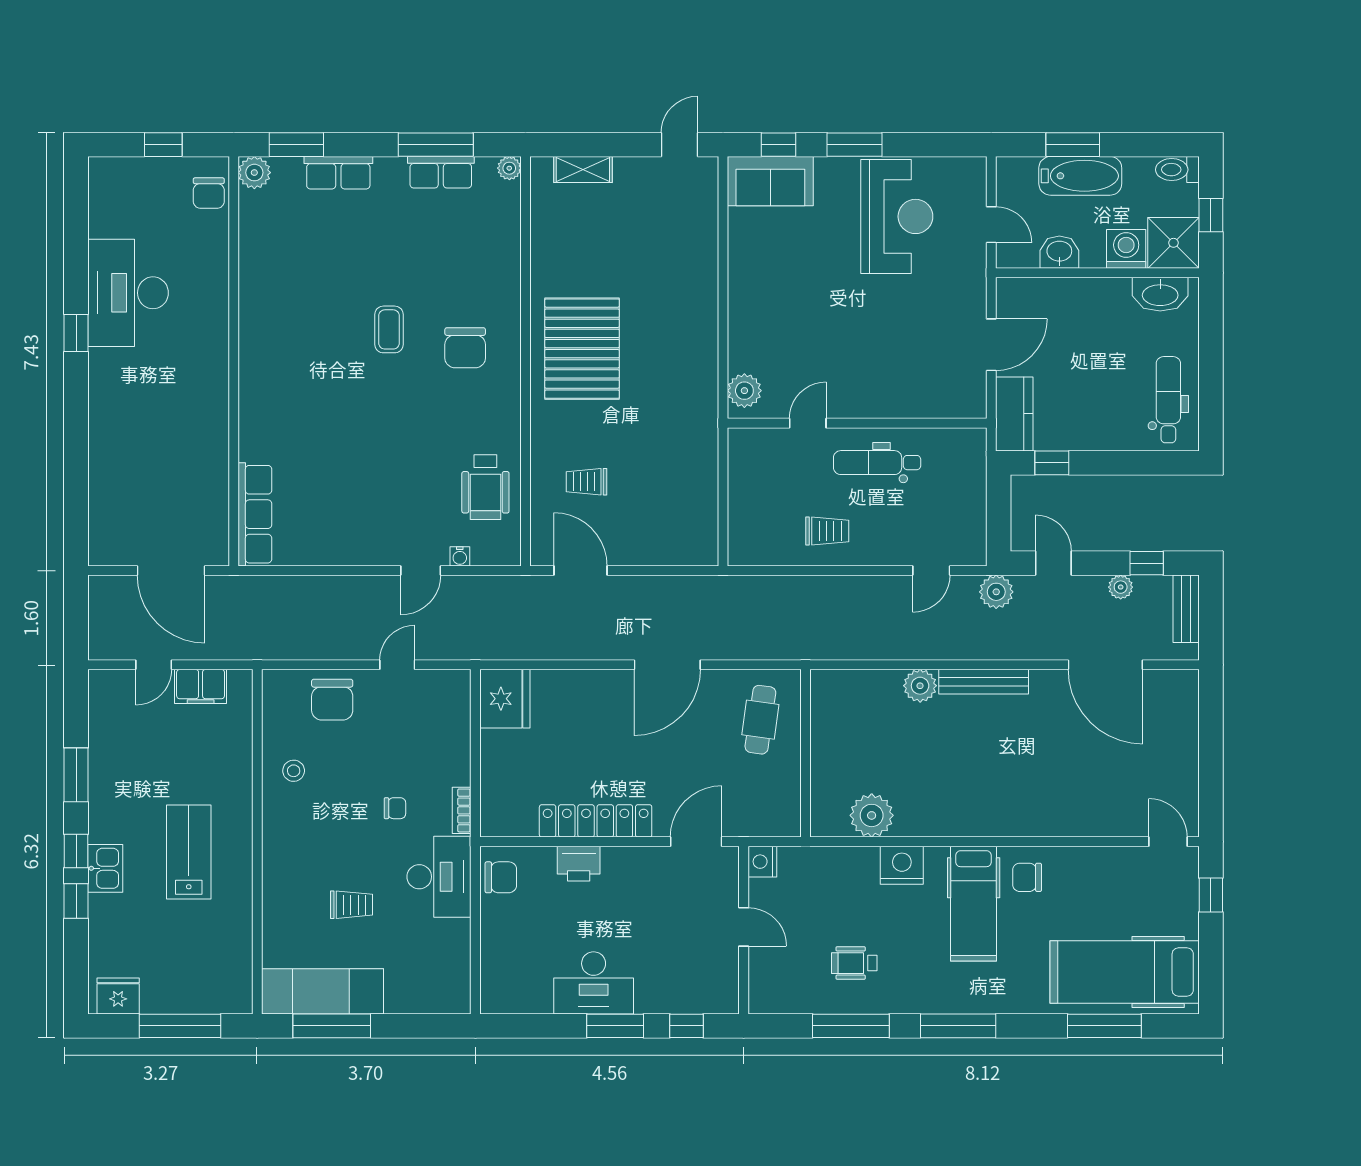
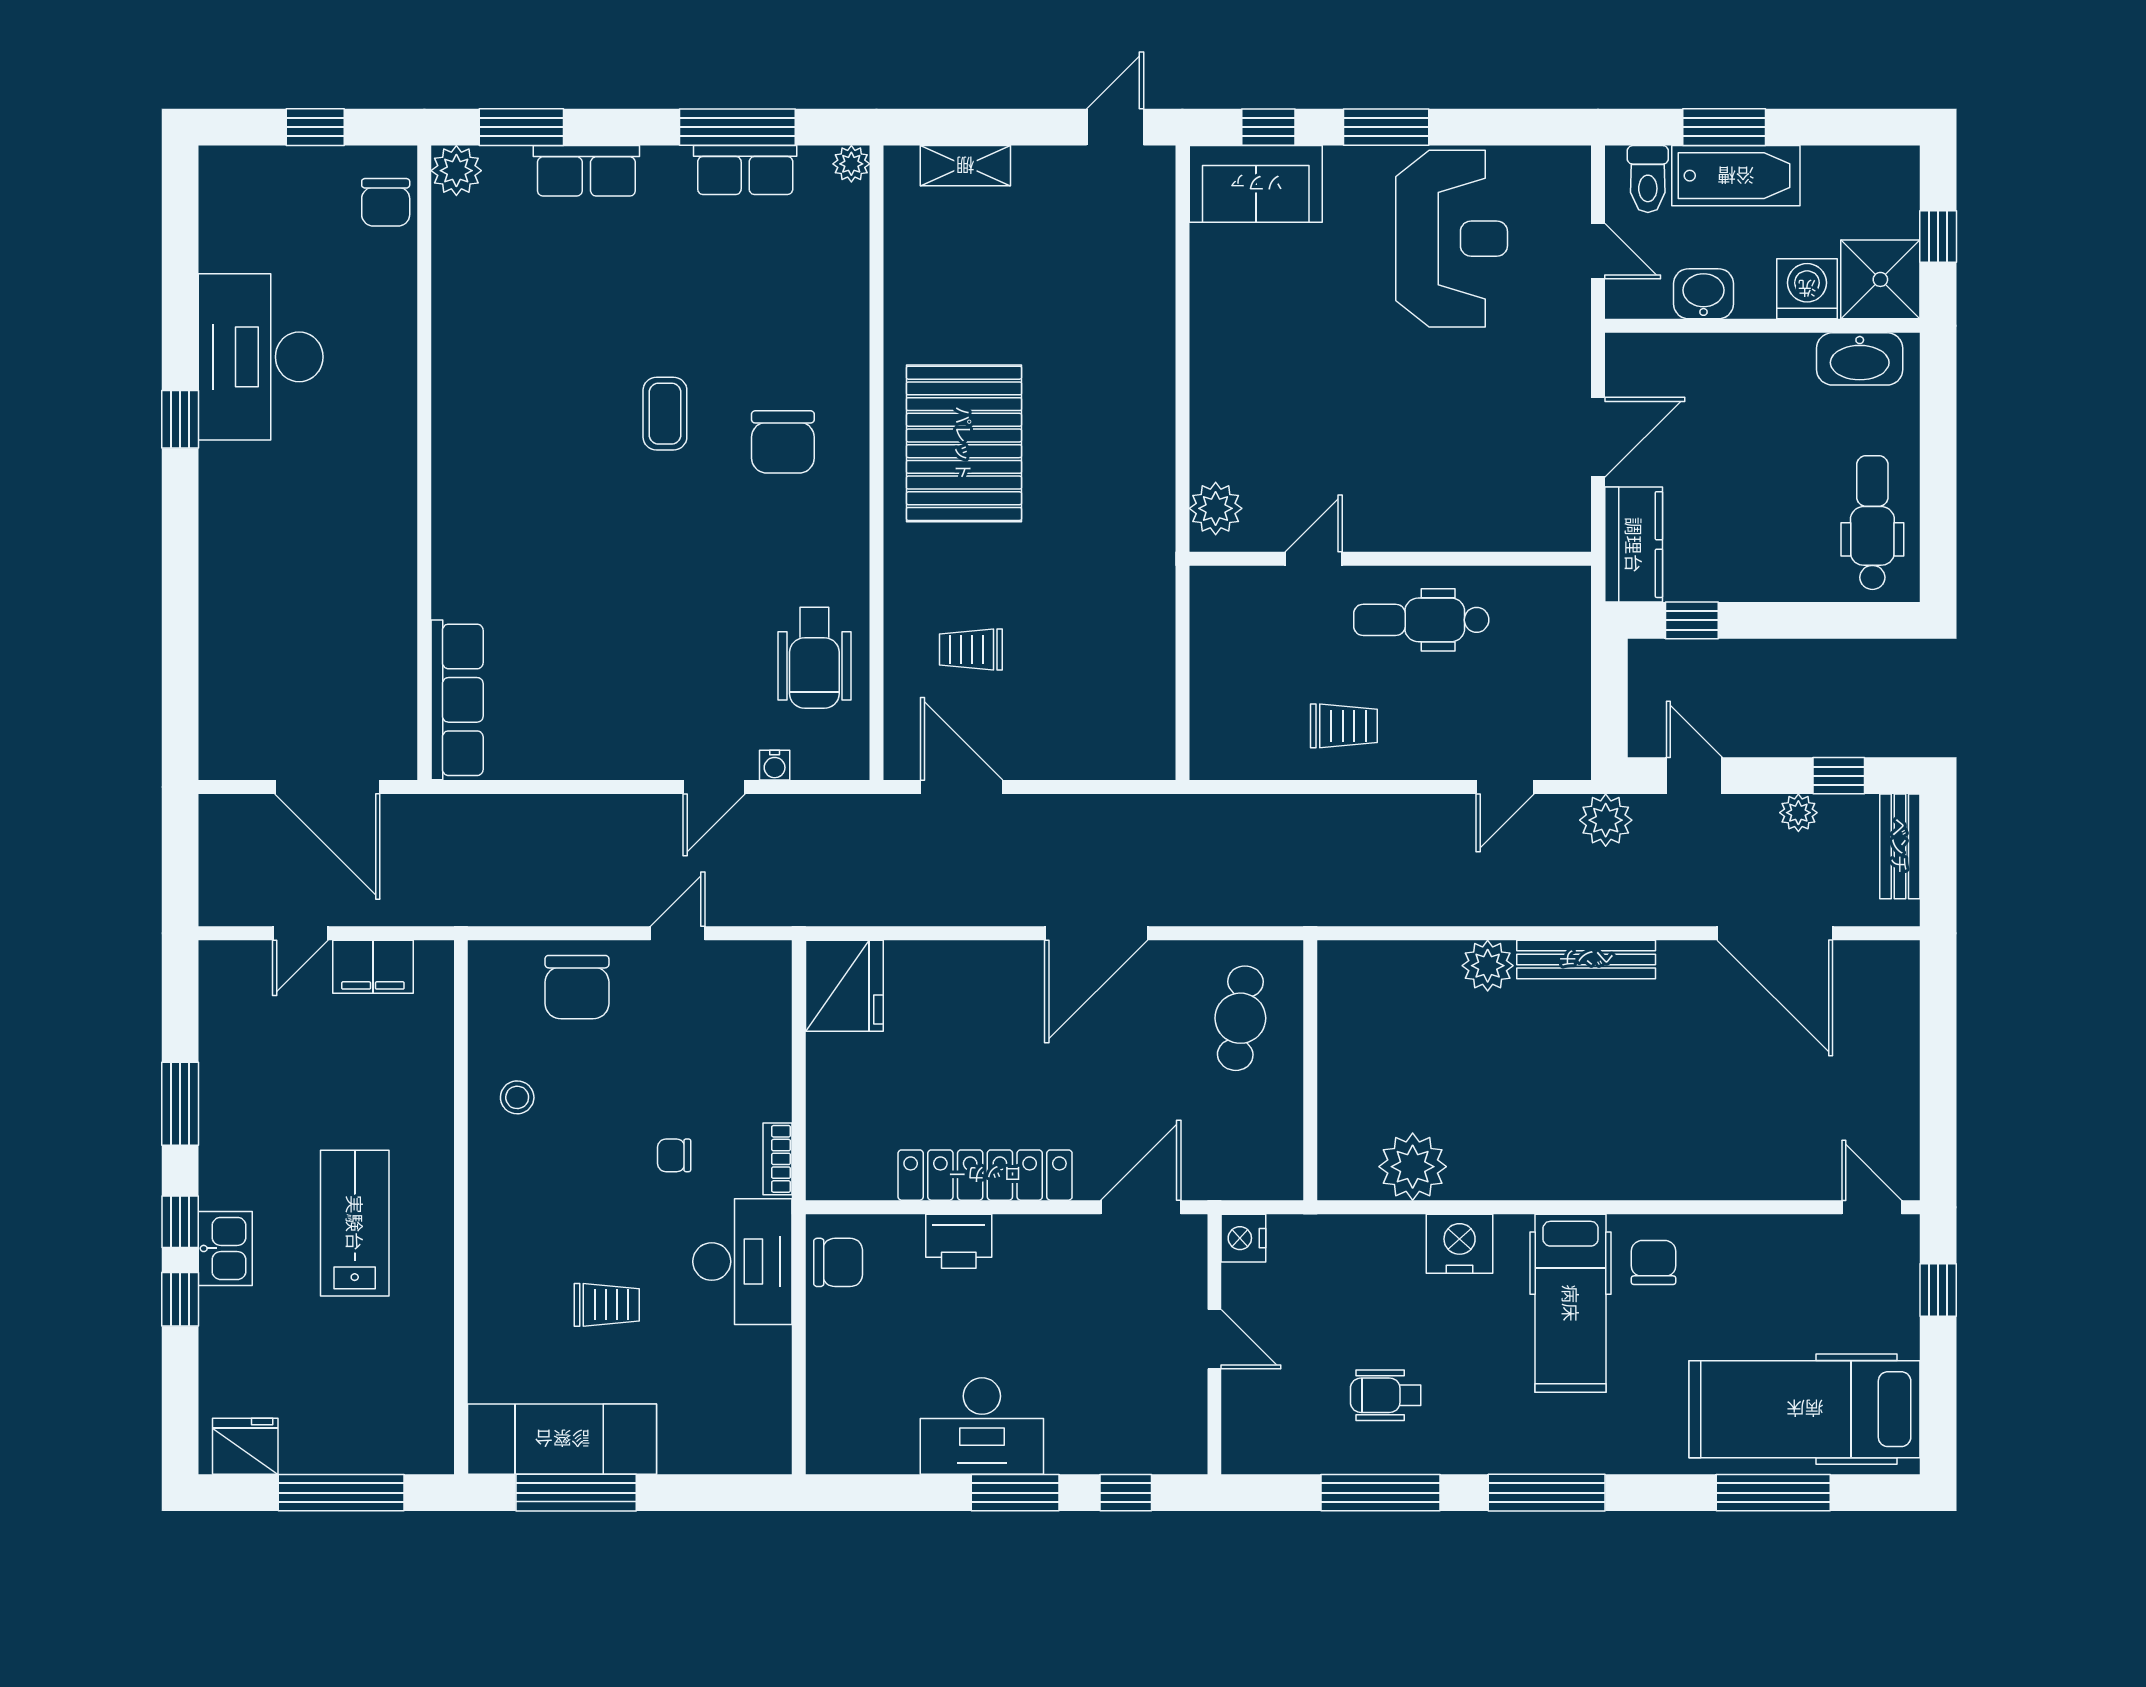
toilet: (1177, 170) -> (1648, 179), moved, turned -90
chair: (395, 808) -> (674, 1155), turned 180
chair: (1027, 877) -> (1653, 1262), turned 90

